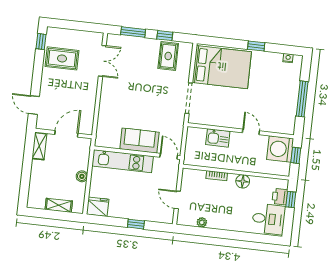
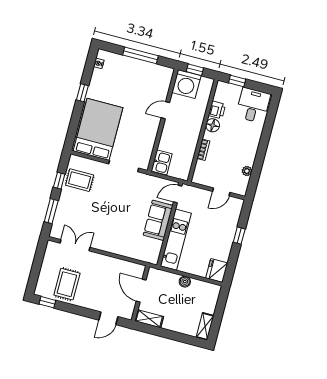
kitchen sink: (218, 138) -> (162, 162), moved
printer: (280, 197) -> (217, 110), moved, turned -90
shelving: (59, 205) -> (205, 326), moved

